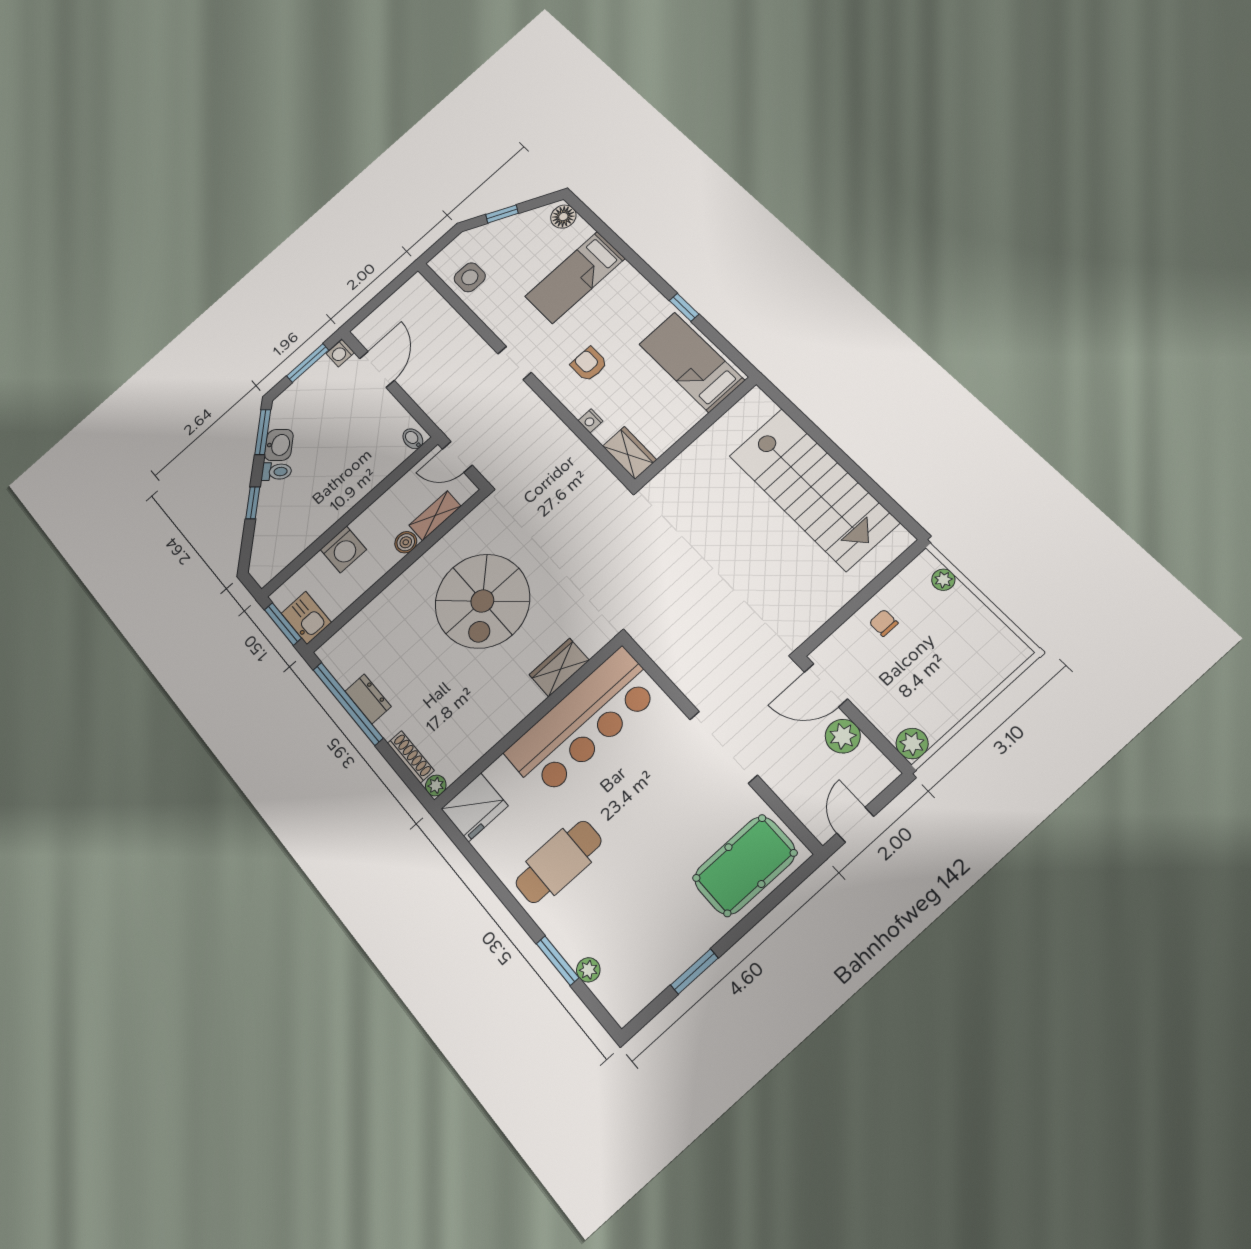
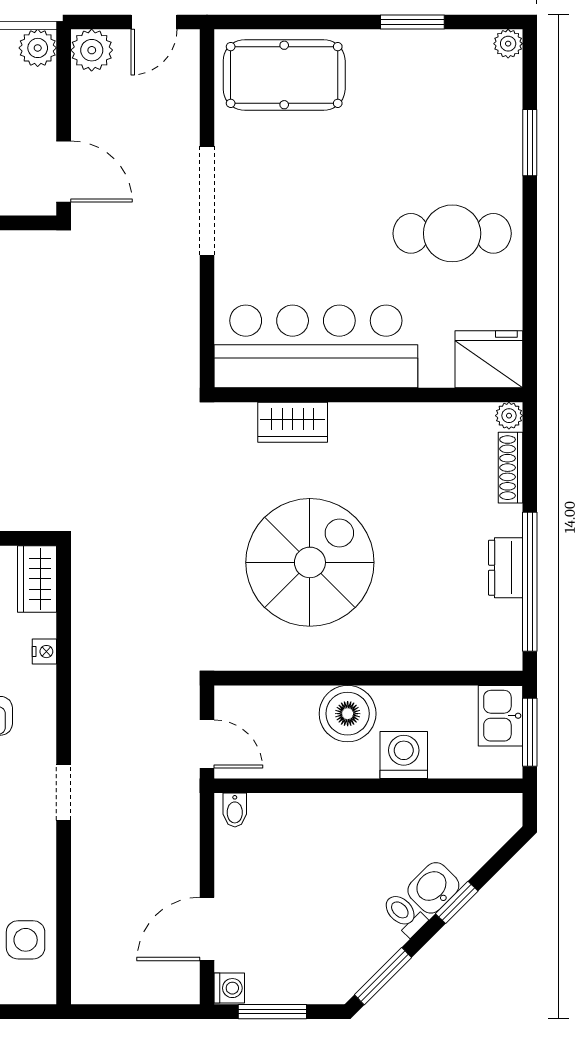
washbasin: (279, 445) -> (433, 888), moved
shelving: (435, 516) -> (282, 701), removed
boiler: (406, 542) -> (348, 714), width x1.86, depth x1.86
plant: (843, 736) -> (92, 50), moved
plant: (588, 970) -> (508, 44), moved

